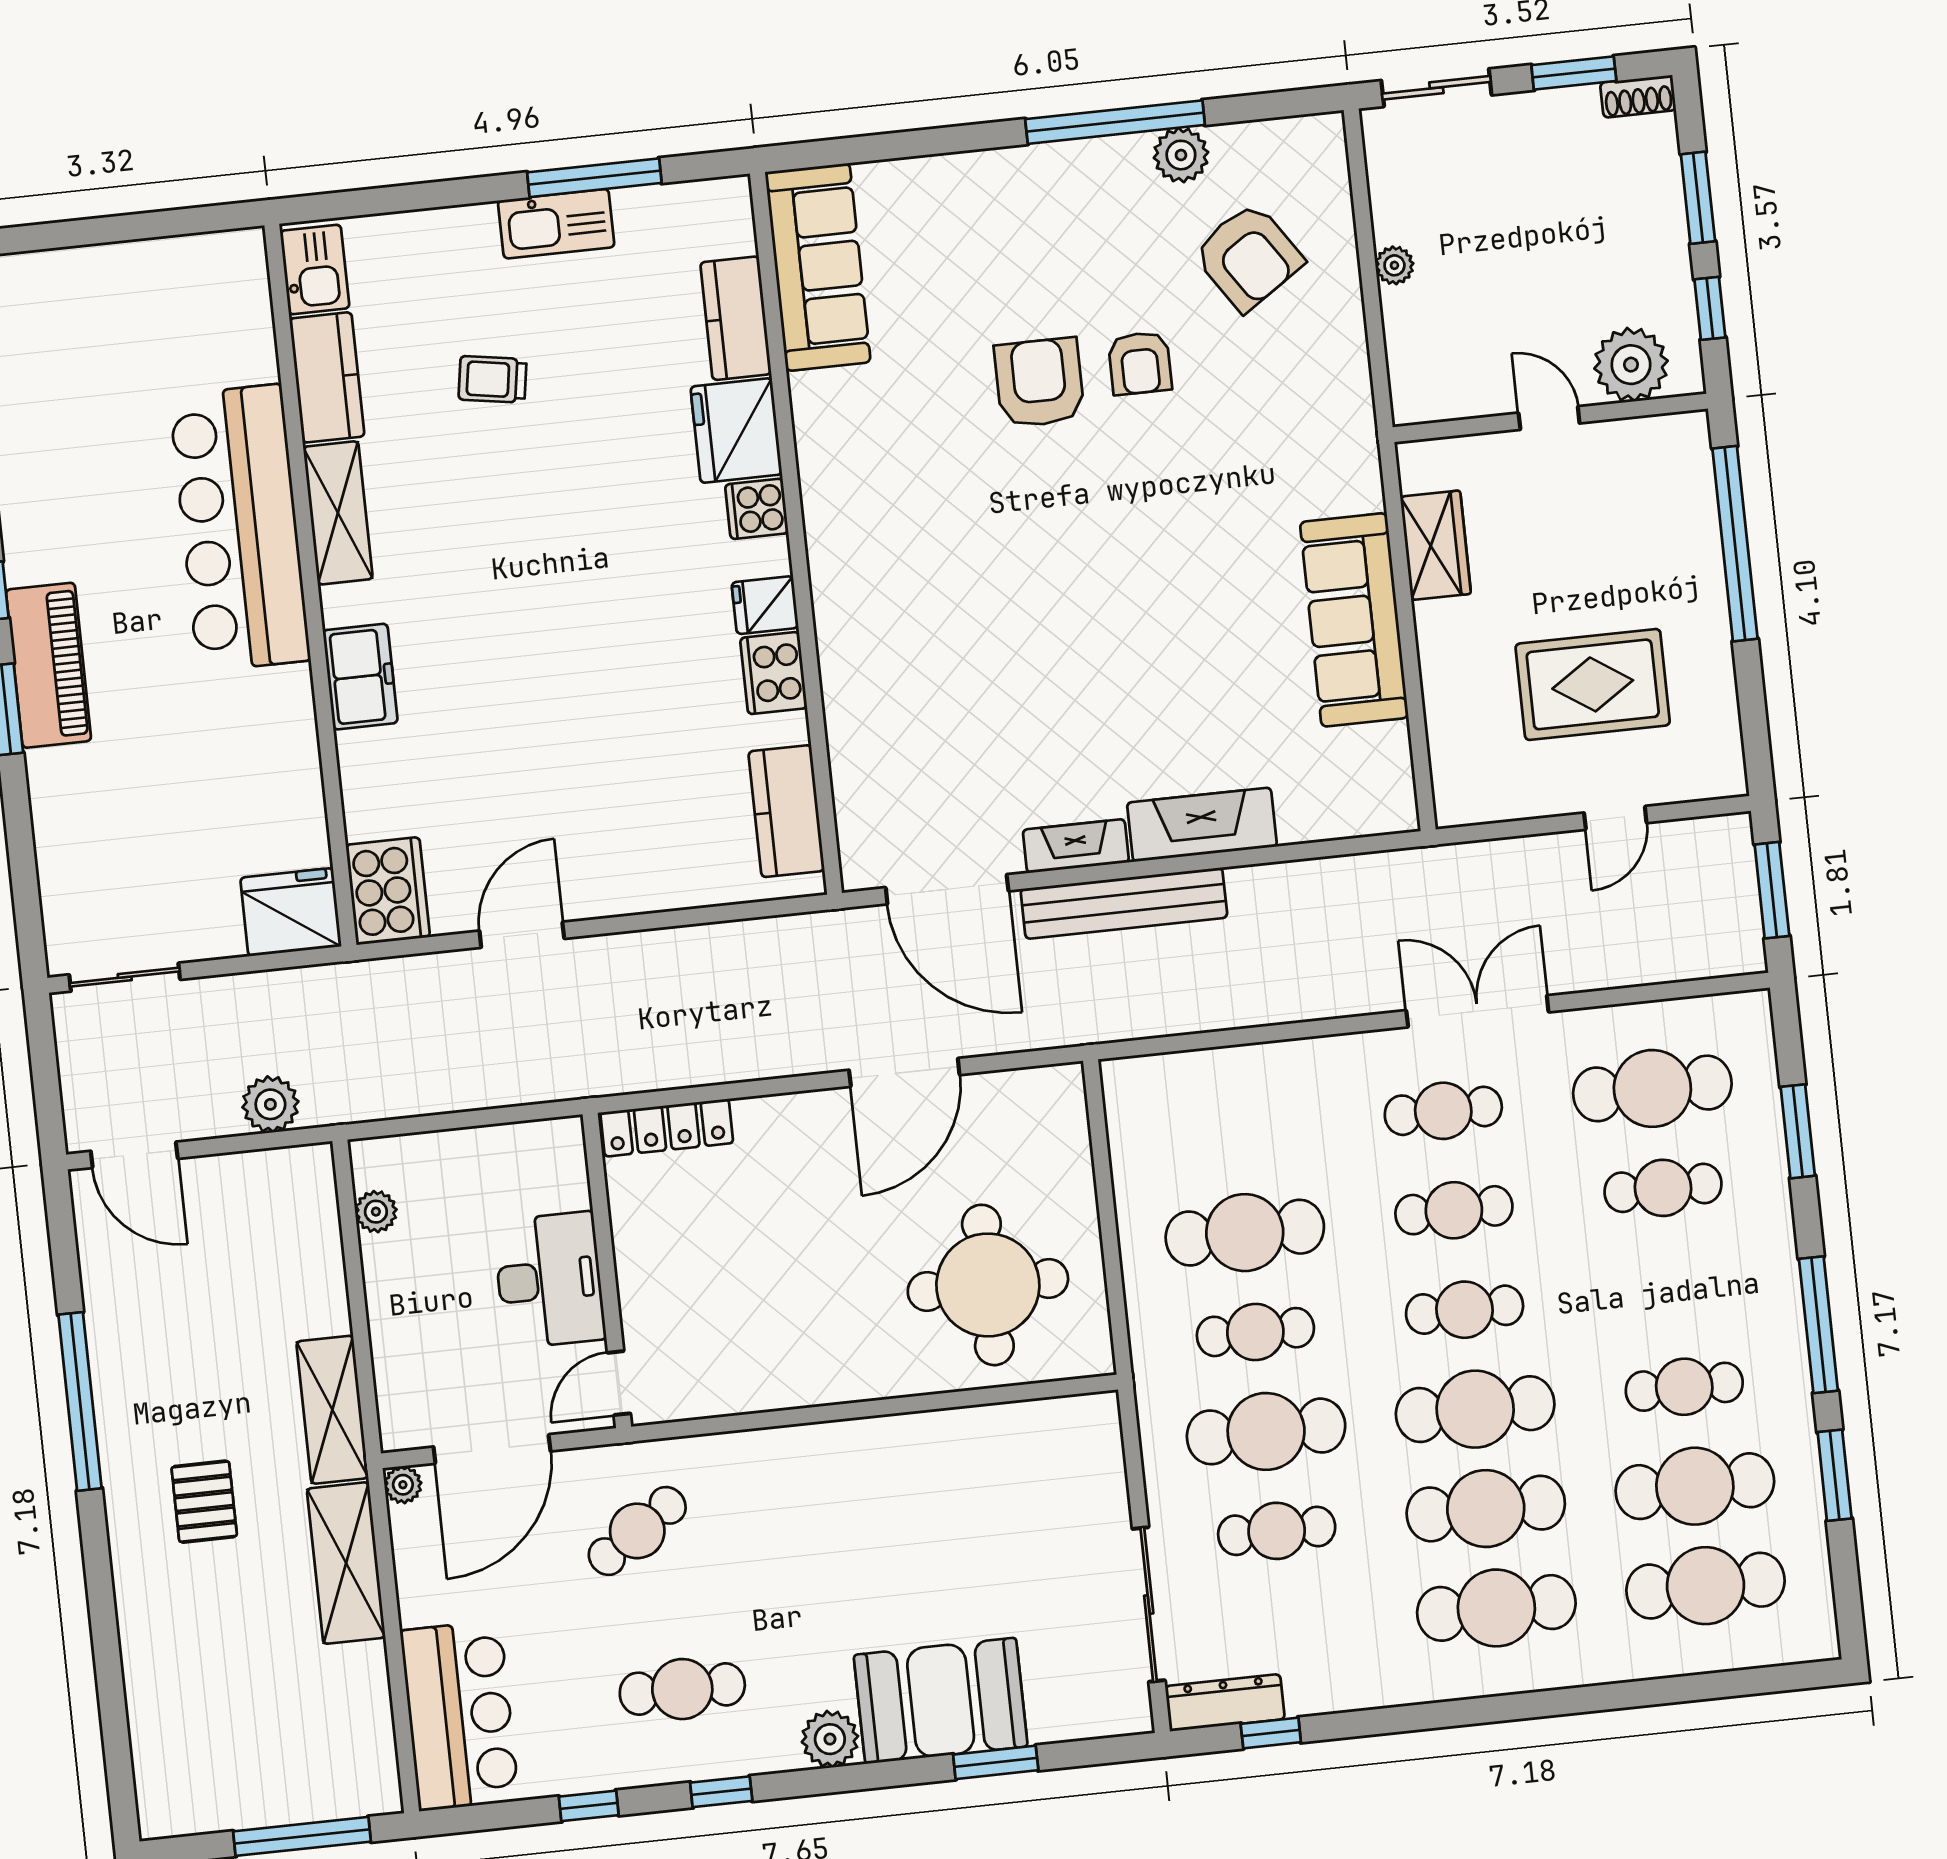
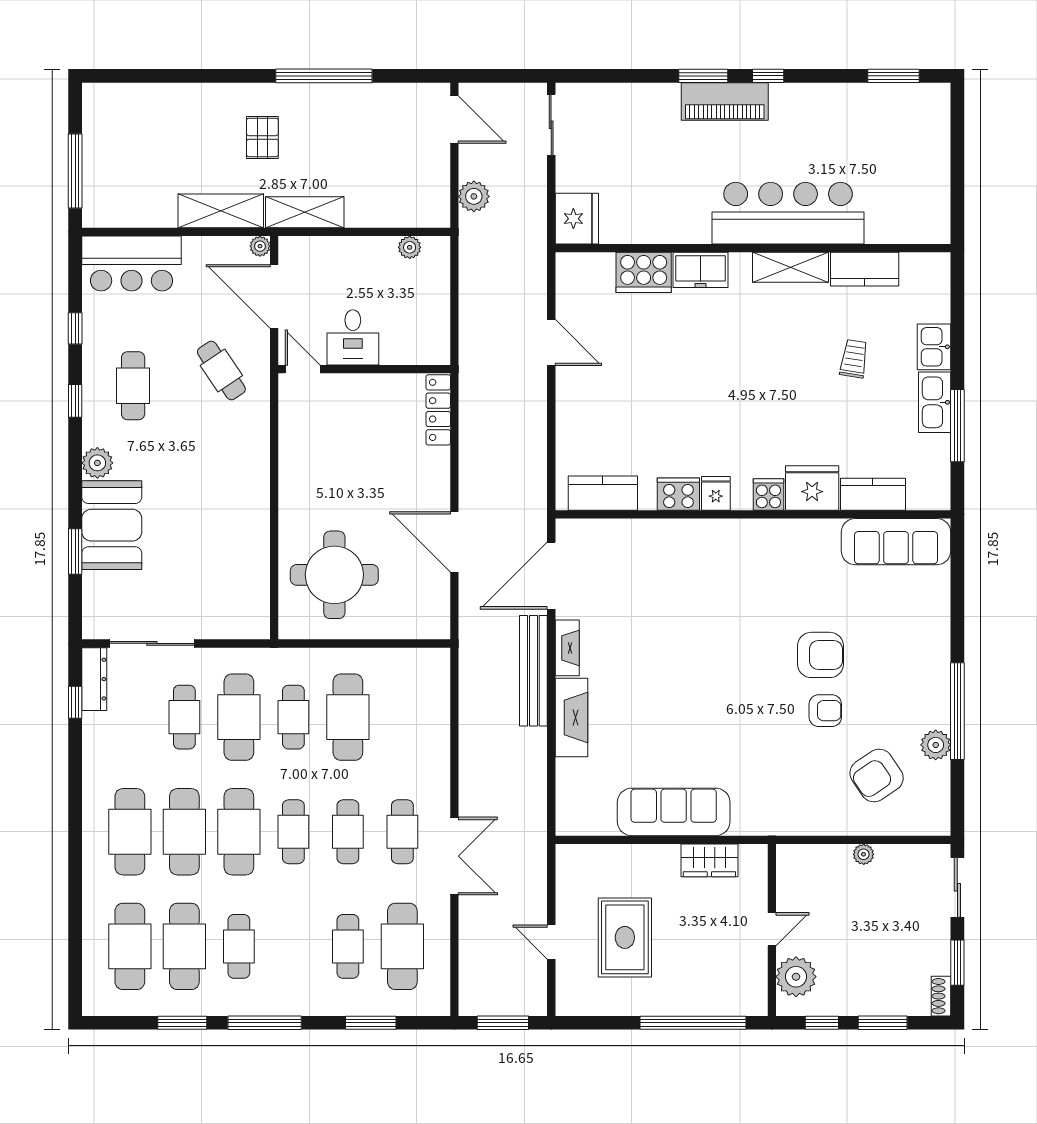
kitchen sink: (315, 270) -> (934, 347), moved, turned 90
armchair: (1140, 363) -> (825, 711), turned 180
cooker: (388, 891) -> (644, 272), moved
door: (134, 1155) -> (454, 120), swing flipped
desk: (549, 1280) -> (353, 337), width x0.73
pallet: (204, 1502) -> (262, 137), turned 90

